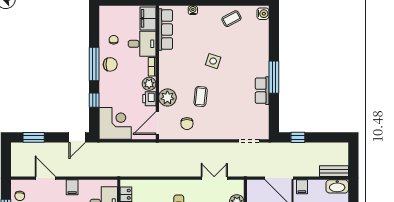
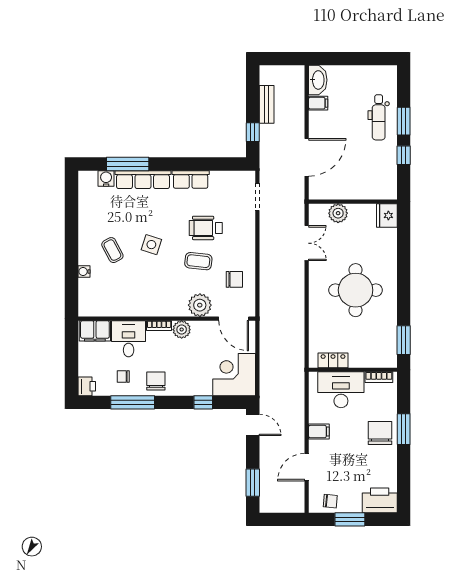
water cooler: (263, 14) -> (106, 179), moved
coffee table: (231, 19) -> (112, 250), moved
row of seats: (166, 30) -> (143, 180), moved, turned 180
window: (94, 64) -> (133, 402), moved
window: (274, 77) -> (128, 164), moved
printer: (149, 99) -> (87, 386), moved, turned -90
wheelchair: (226, 102) -> (206, 228), added
bench: (334, 171) -> (267, 104), moved
double door: (214, 178) -> (307, 243), swing flipped
filing cabinet: (302, 187) -> (318, 103), moved

